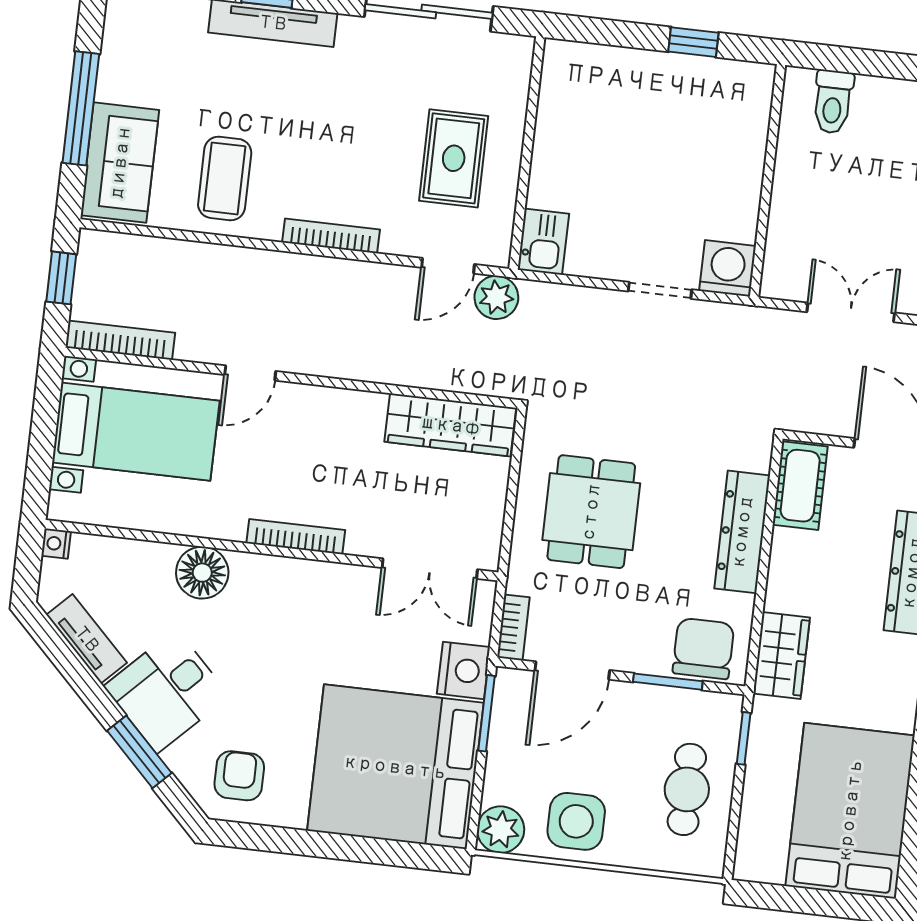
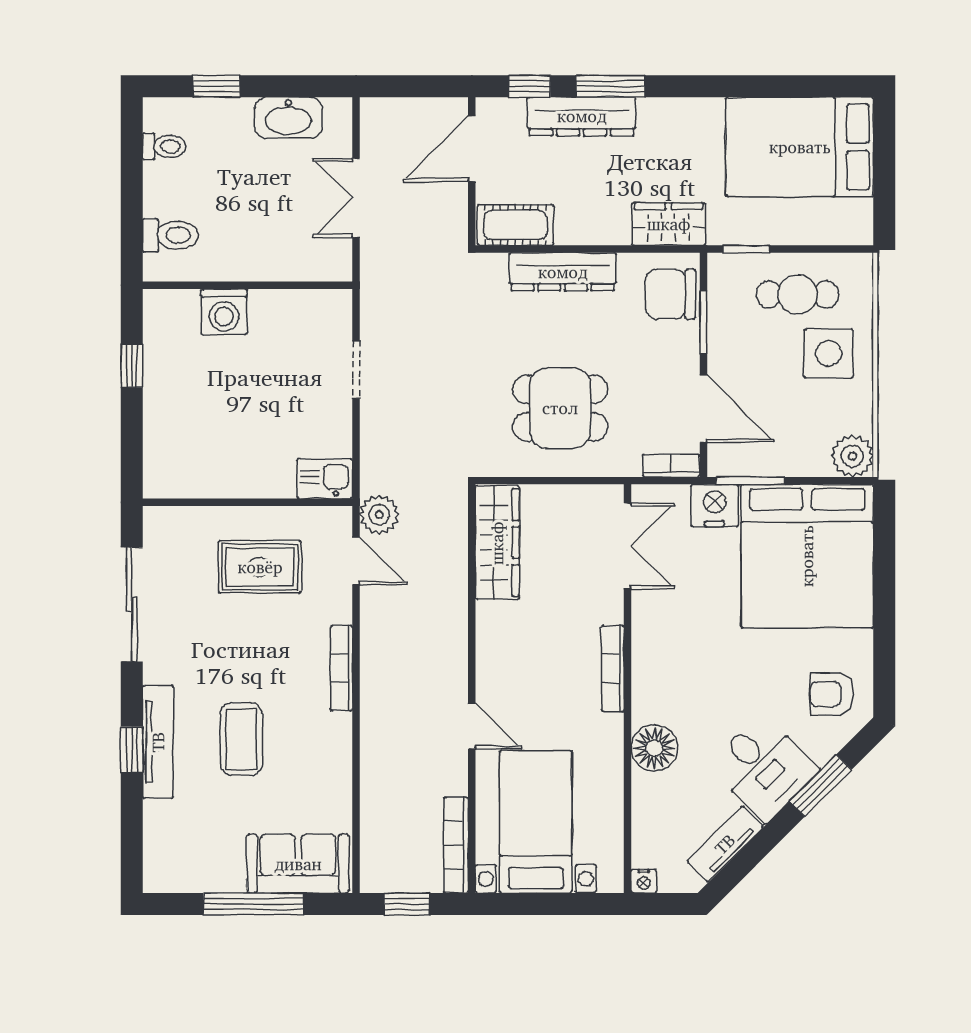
coffee table: (225, 178) -> (241, 739), moved, turned 90
washing machine: (728, 268) -> (224, 312), moved, turned -90
side table: (576, 821) -> (829, 353), moved

